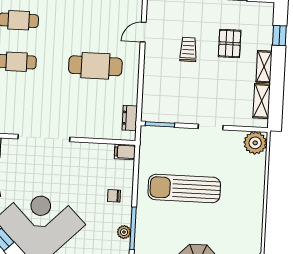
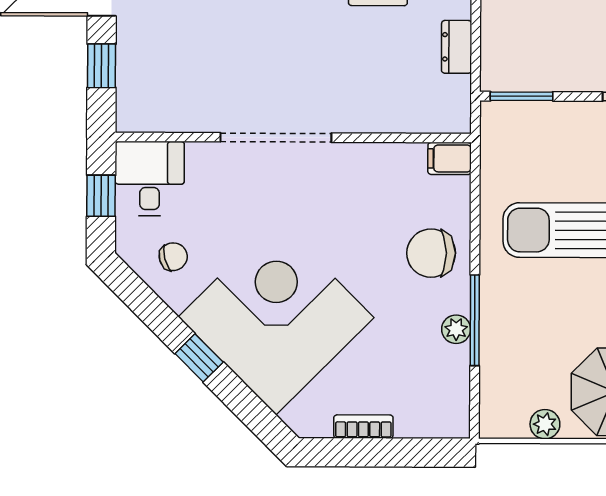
dresser: (130, 118) -> (457, 47), moved
chair: (114, 196) -> (431, 253), width x1.87, depth x1.87

